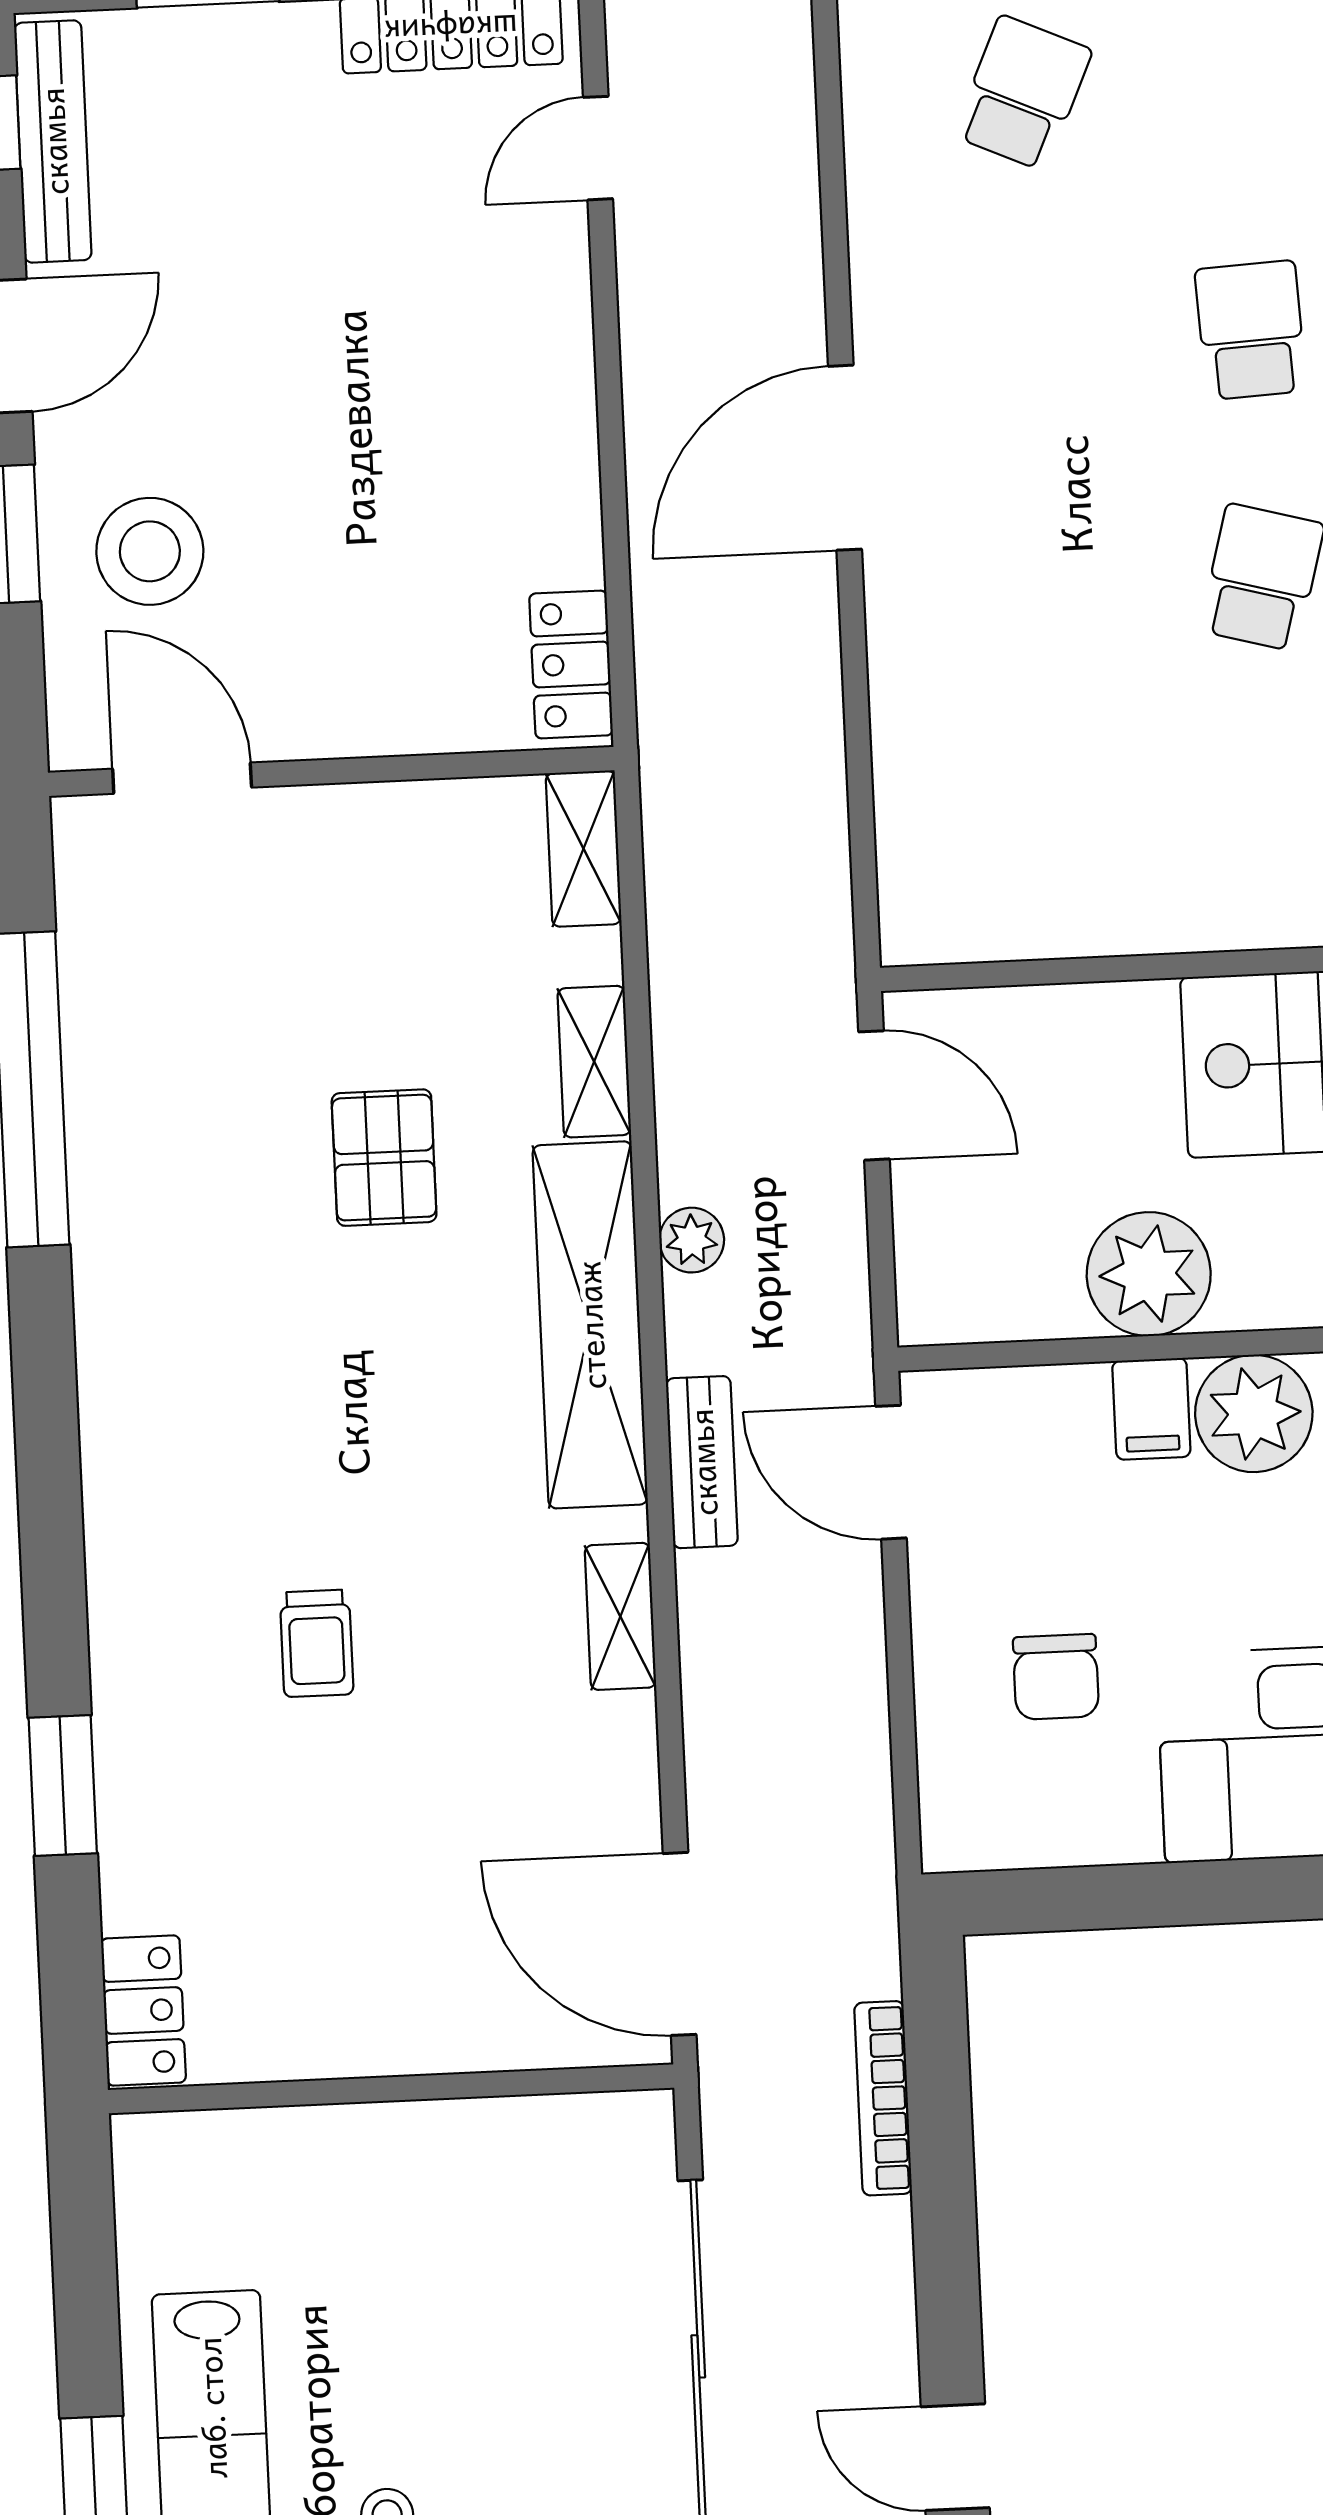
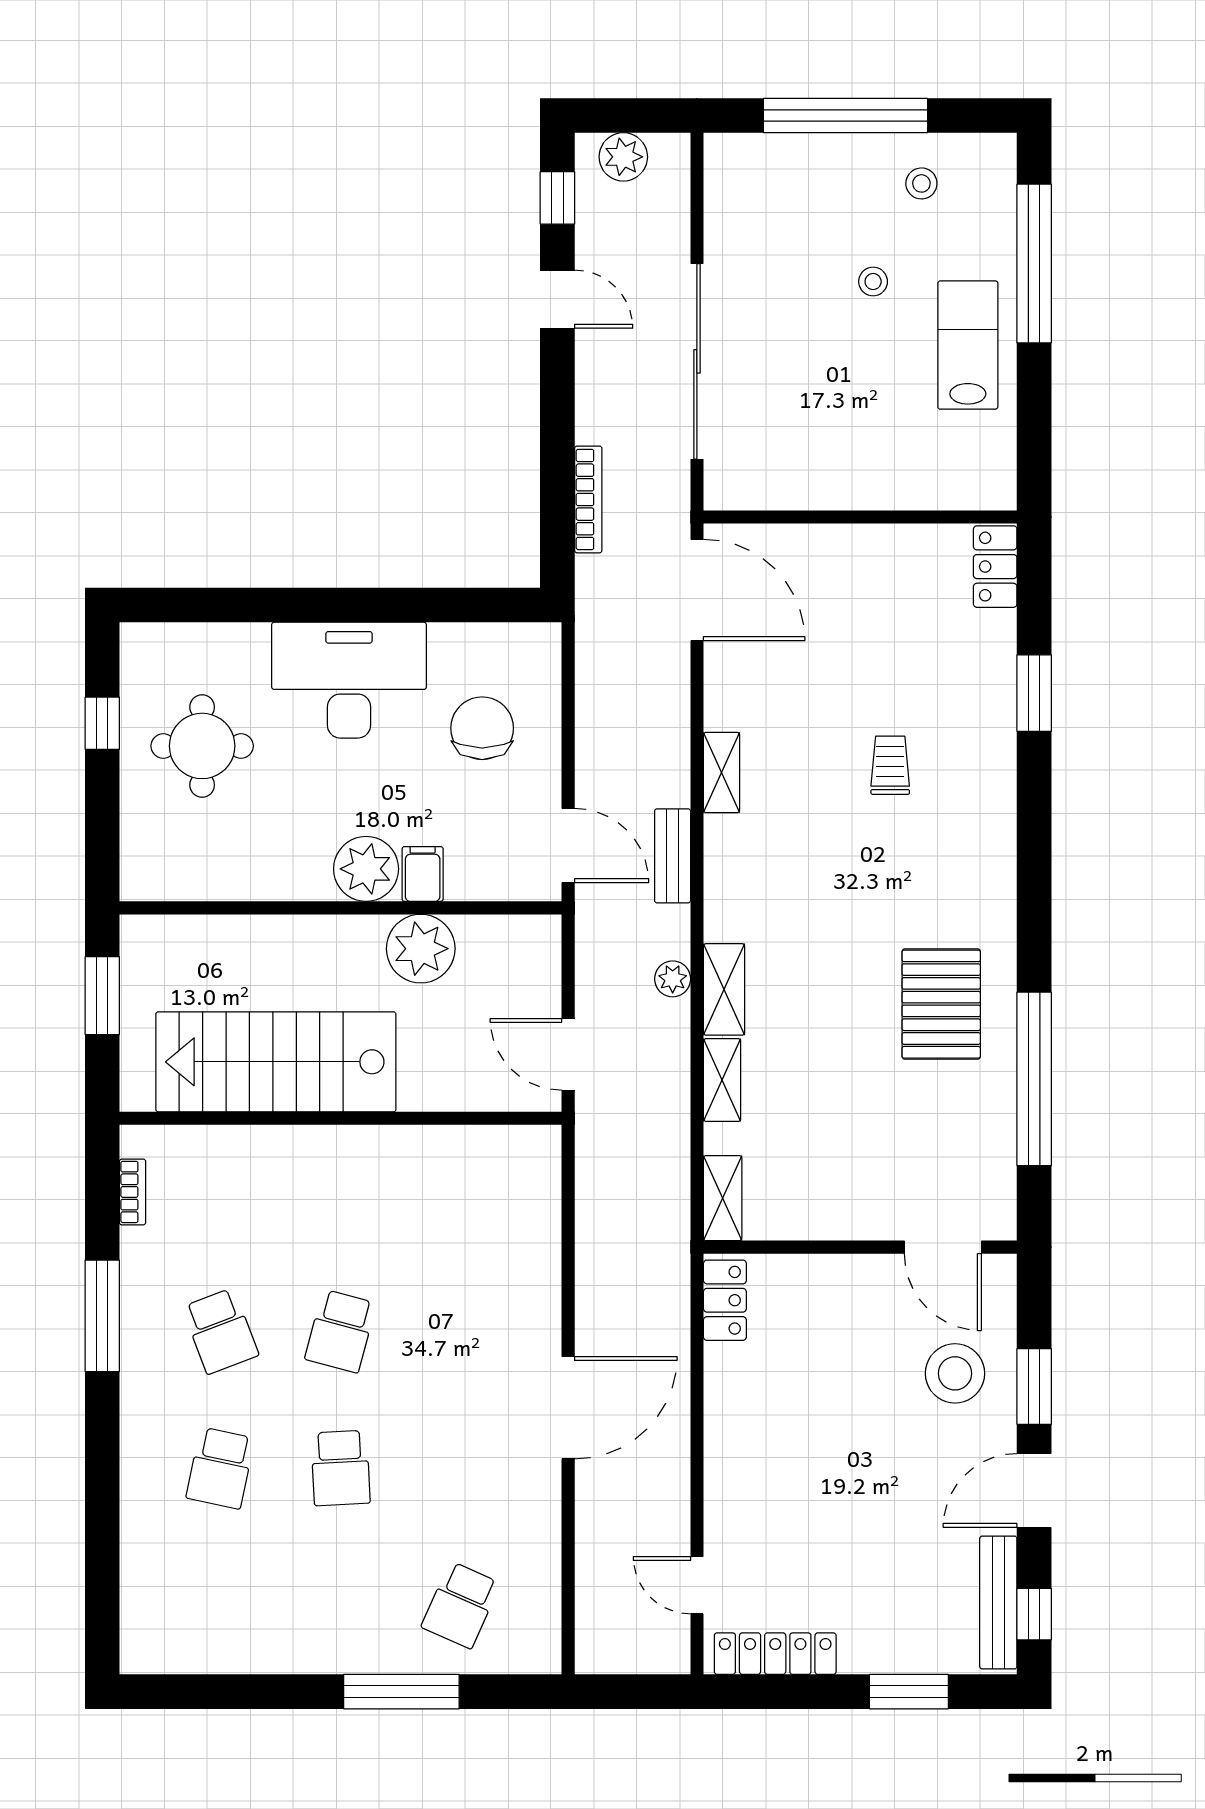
door: (598, 148) -> (697, 1585), swing flipped
pallet: (384, 1158) -> (941, 1004), moved, width x1.50, depth x1.42
shelving: (590, 1325) -> (724, 989), width x0.45, depth x0.75
chair: (1056, 1677) -> (482, 728), width x1.37, depth x1.37

